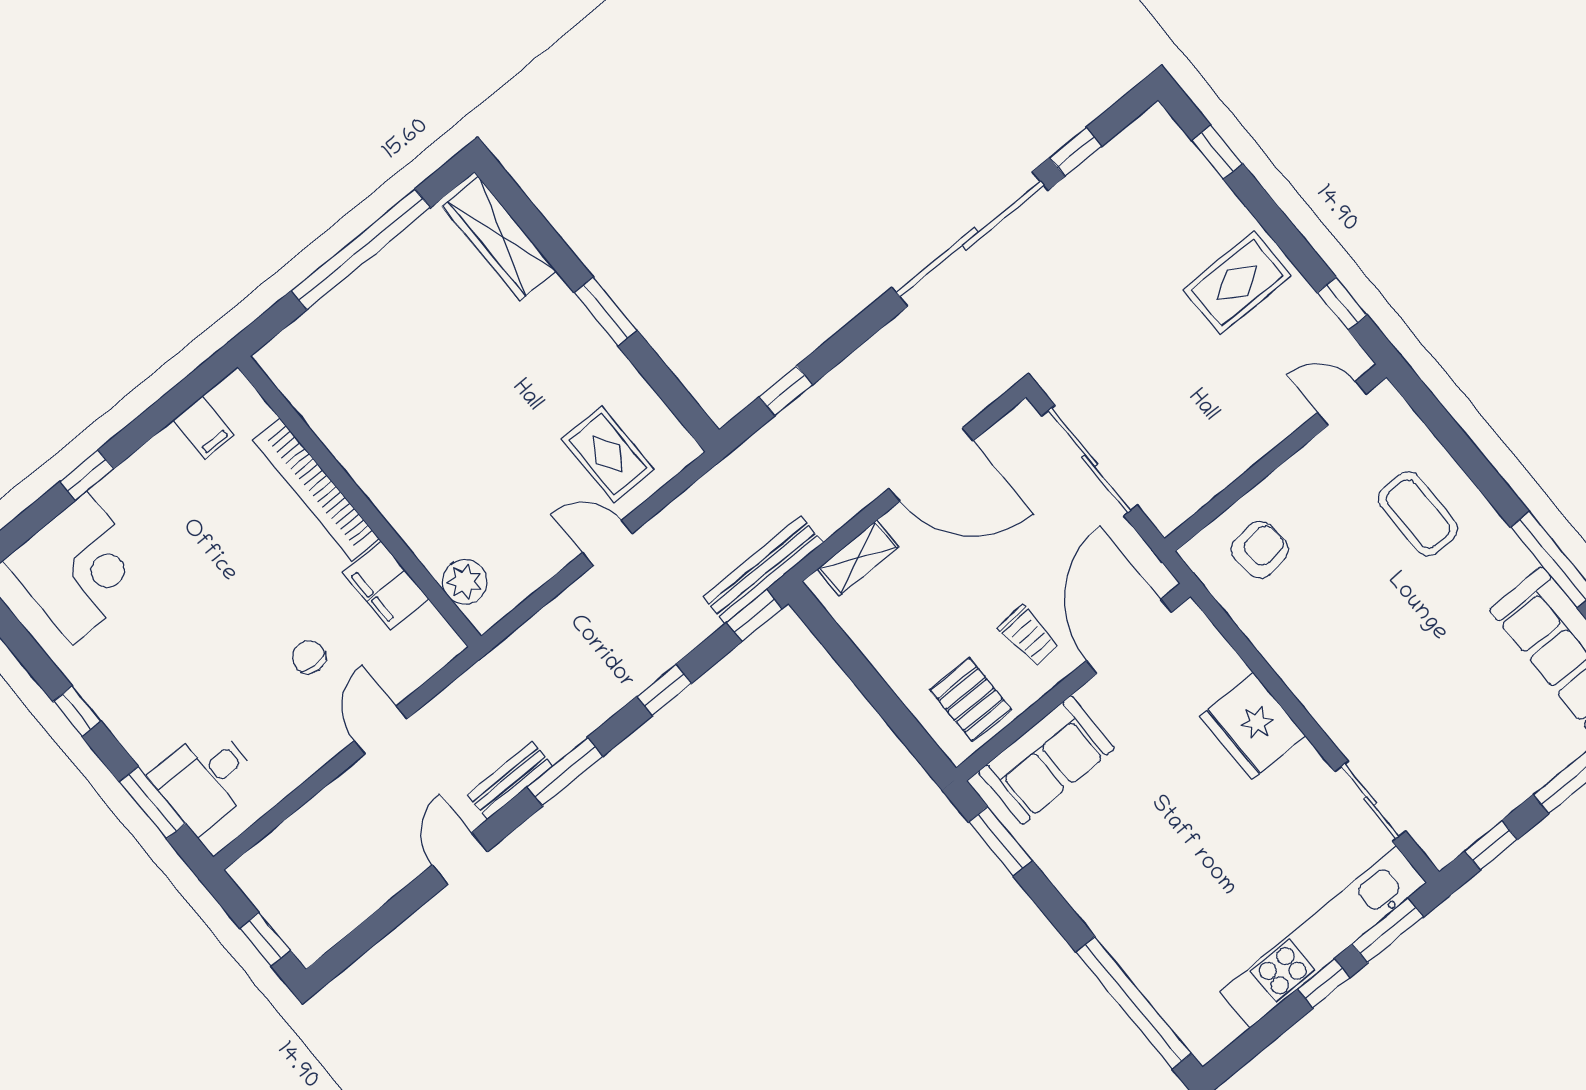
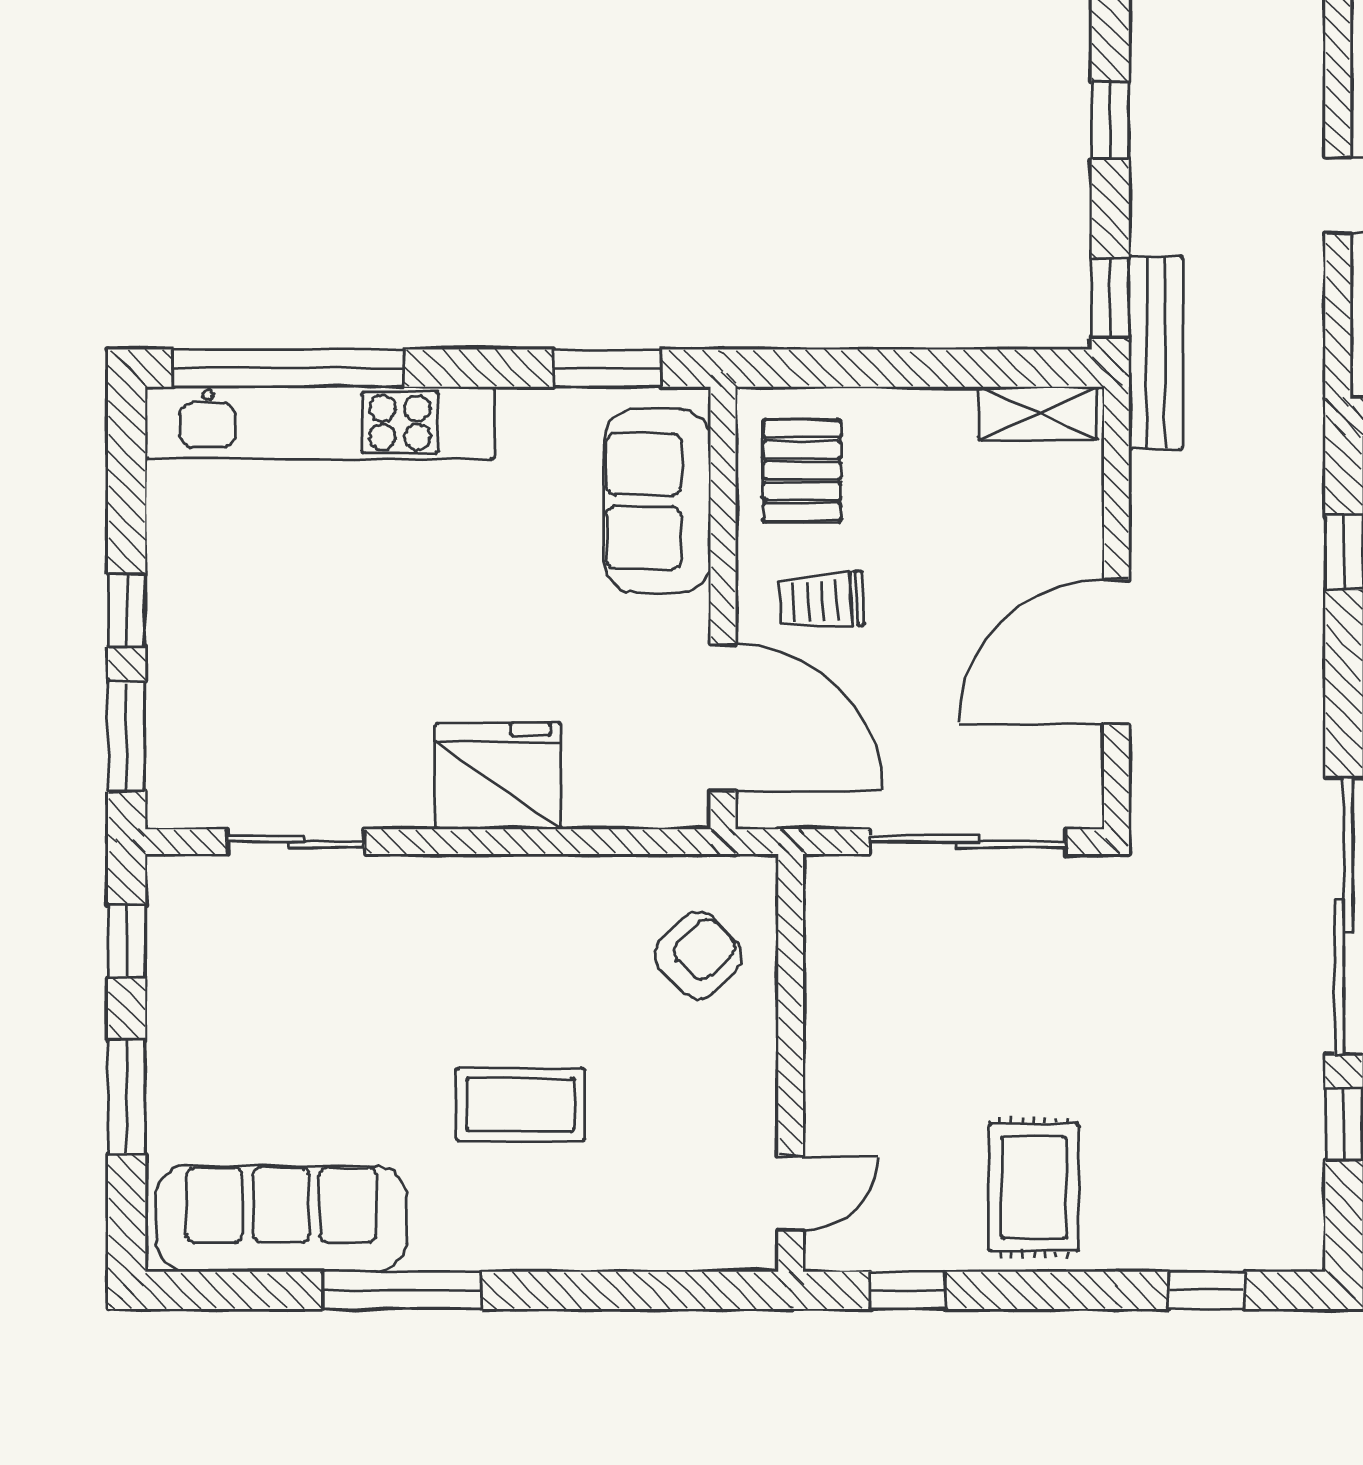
coffee table: (1418, 514) -> (520, 1104), moved
armchair: (1260, 550) -> (698, 955), turned -127
shelving: (858, 558) -> (1038, 413), moved, turned 90
pallet: (971, 700) -> (802, 471), turned 90
kitchen unit: (1323, 937) -> (320, 423), moved, turned 90

